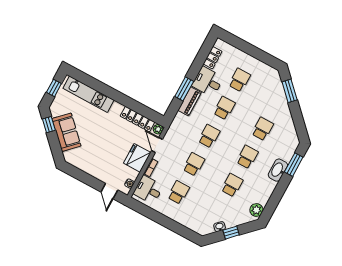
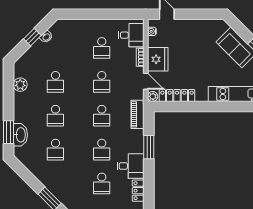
piano: (190, 101) -> (137, 114), moved
washbasin: (278, 170) -> (20, 135), moved
plant: (256, 210) -> (20, 85), moved

